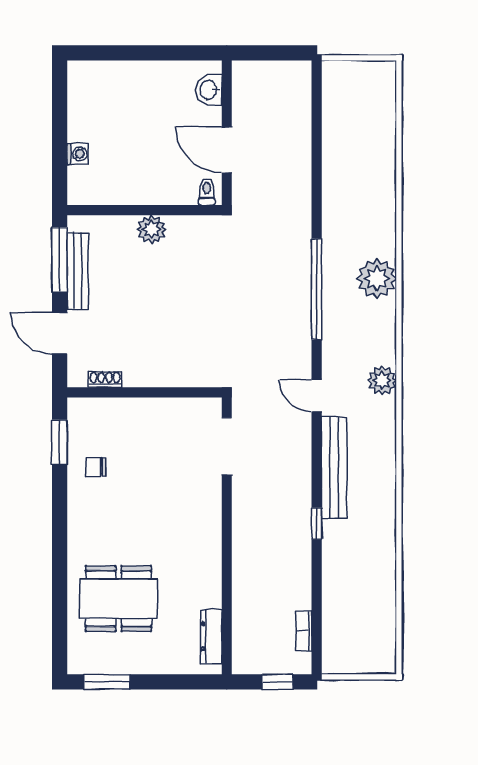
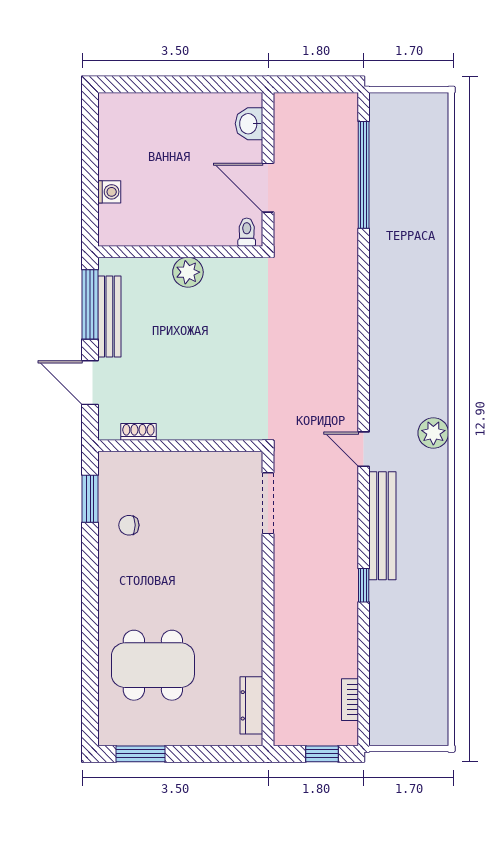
plant: (377, 278) -> (428, 324), removed
window: (317, 289) -> (364, 175), moved

